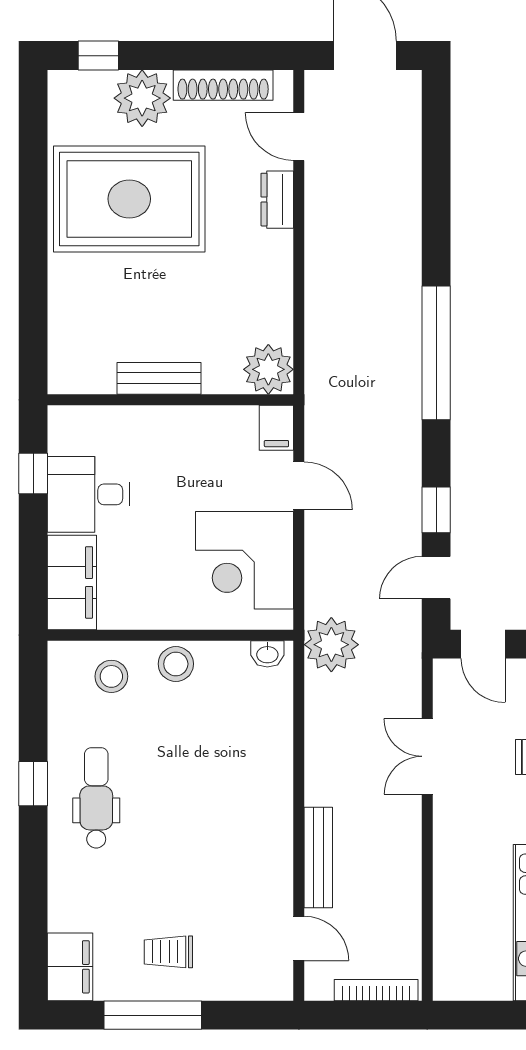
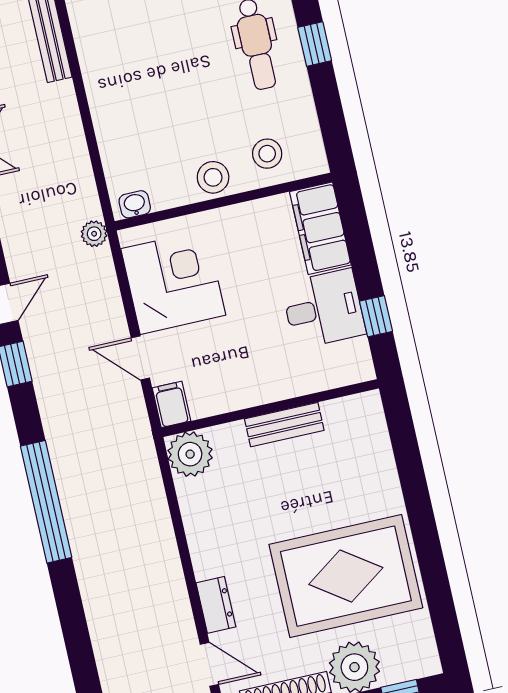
plant: (331, 645) -> (94, 234), width x0.53, depth x0.53

